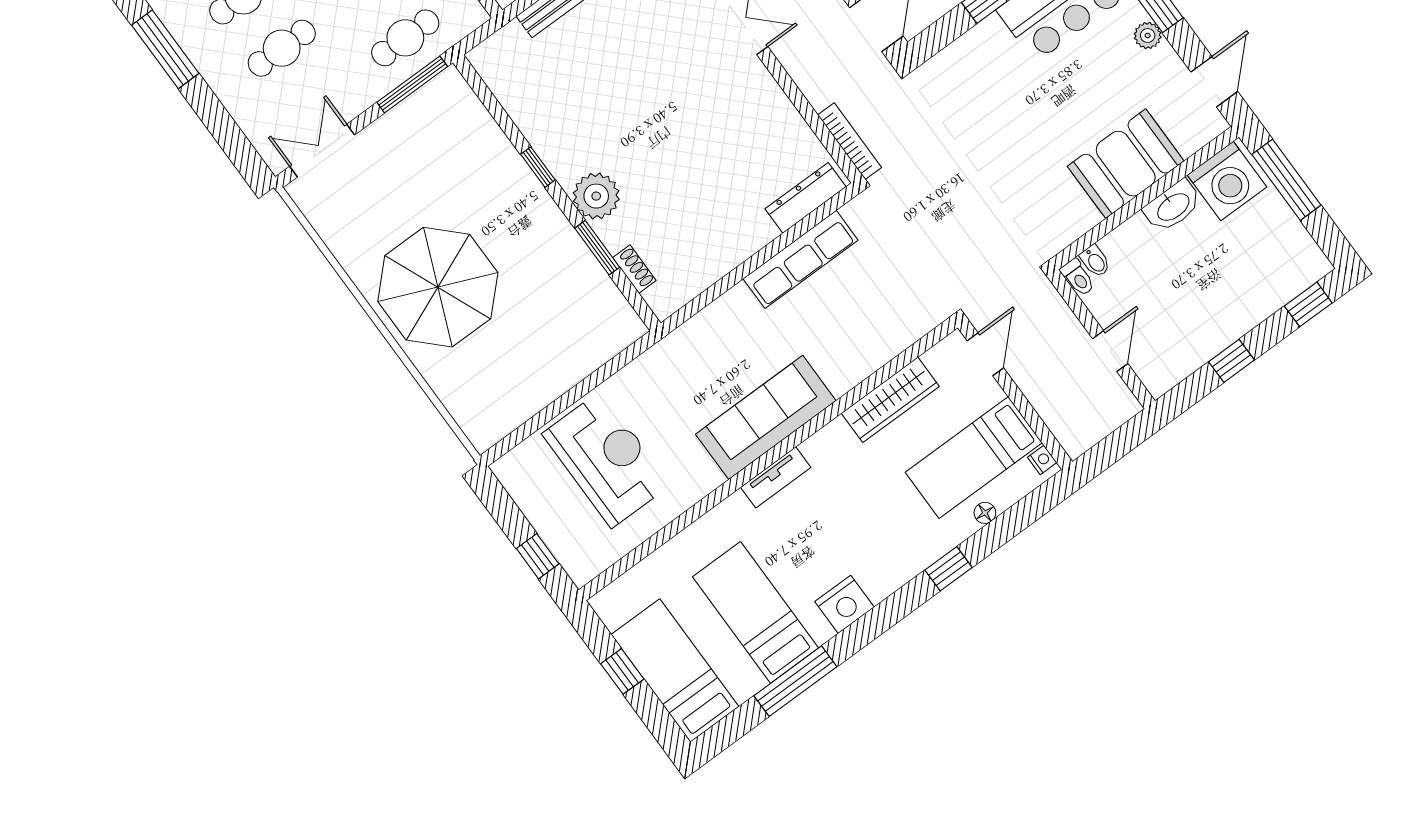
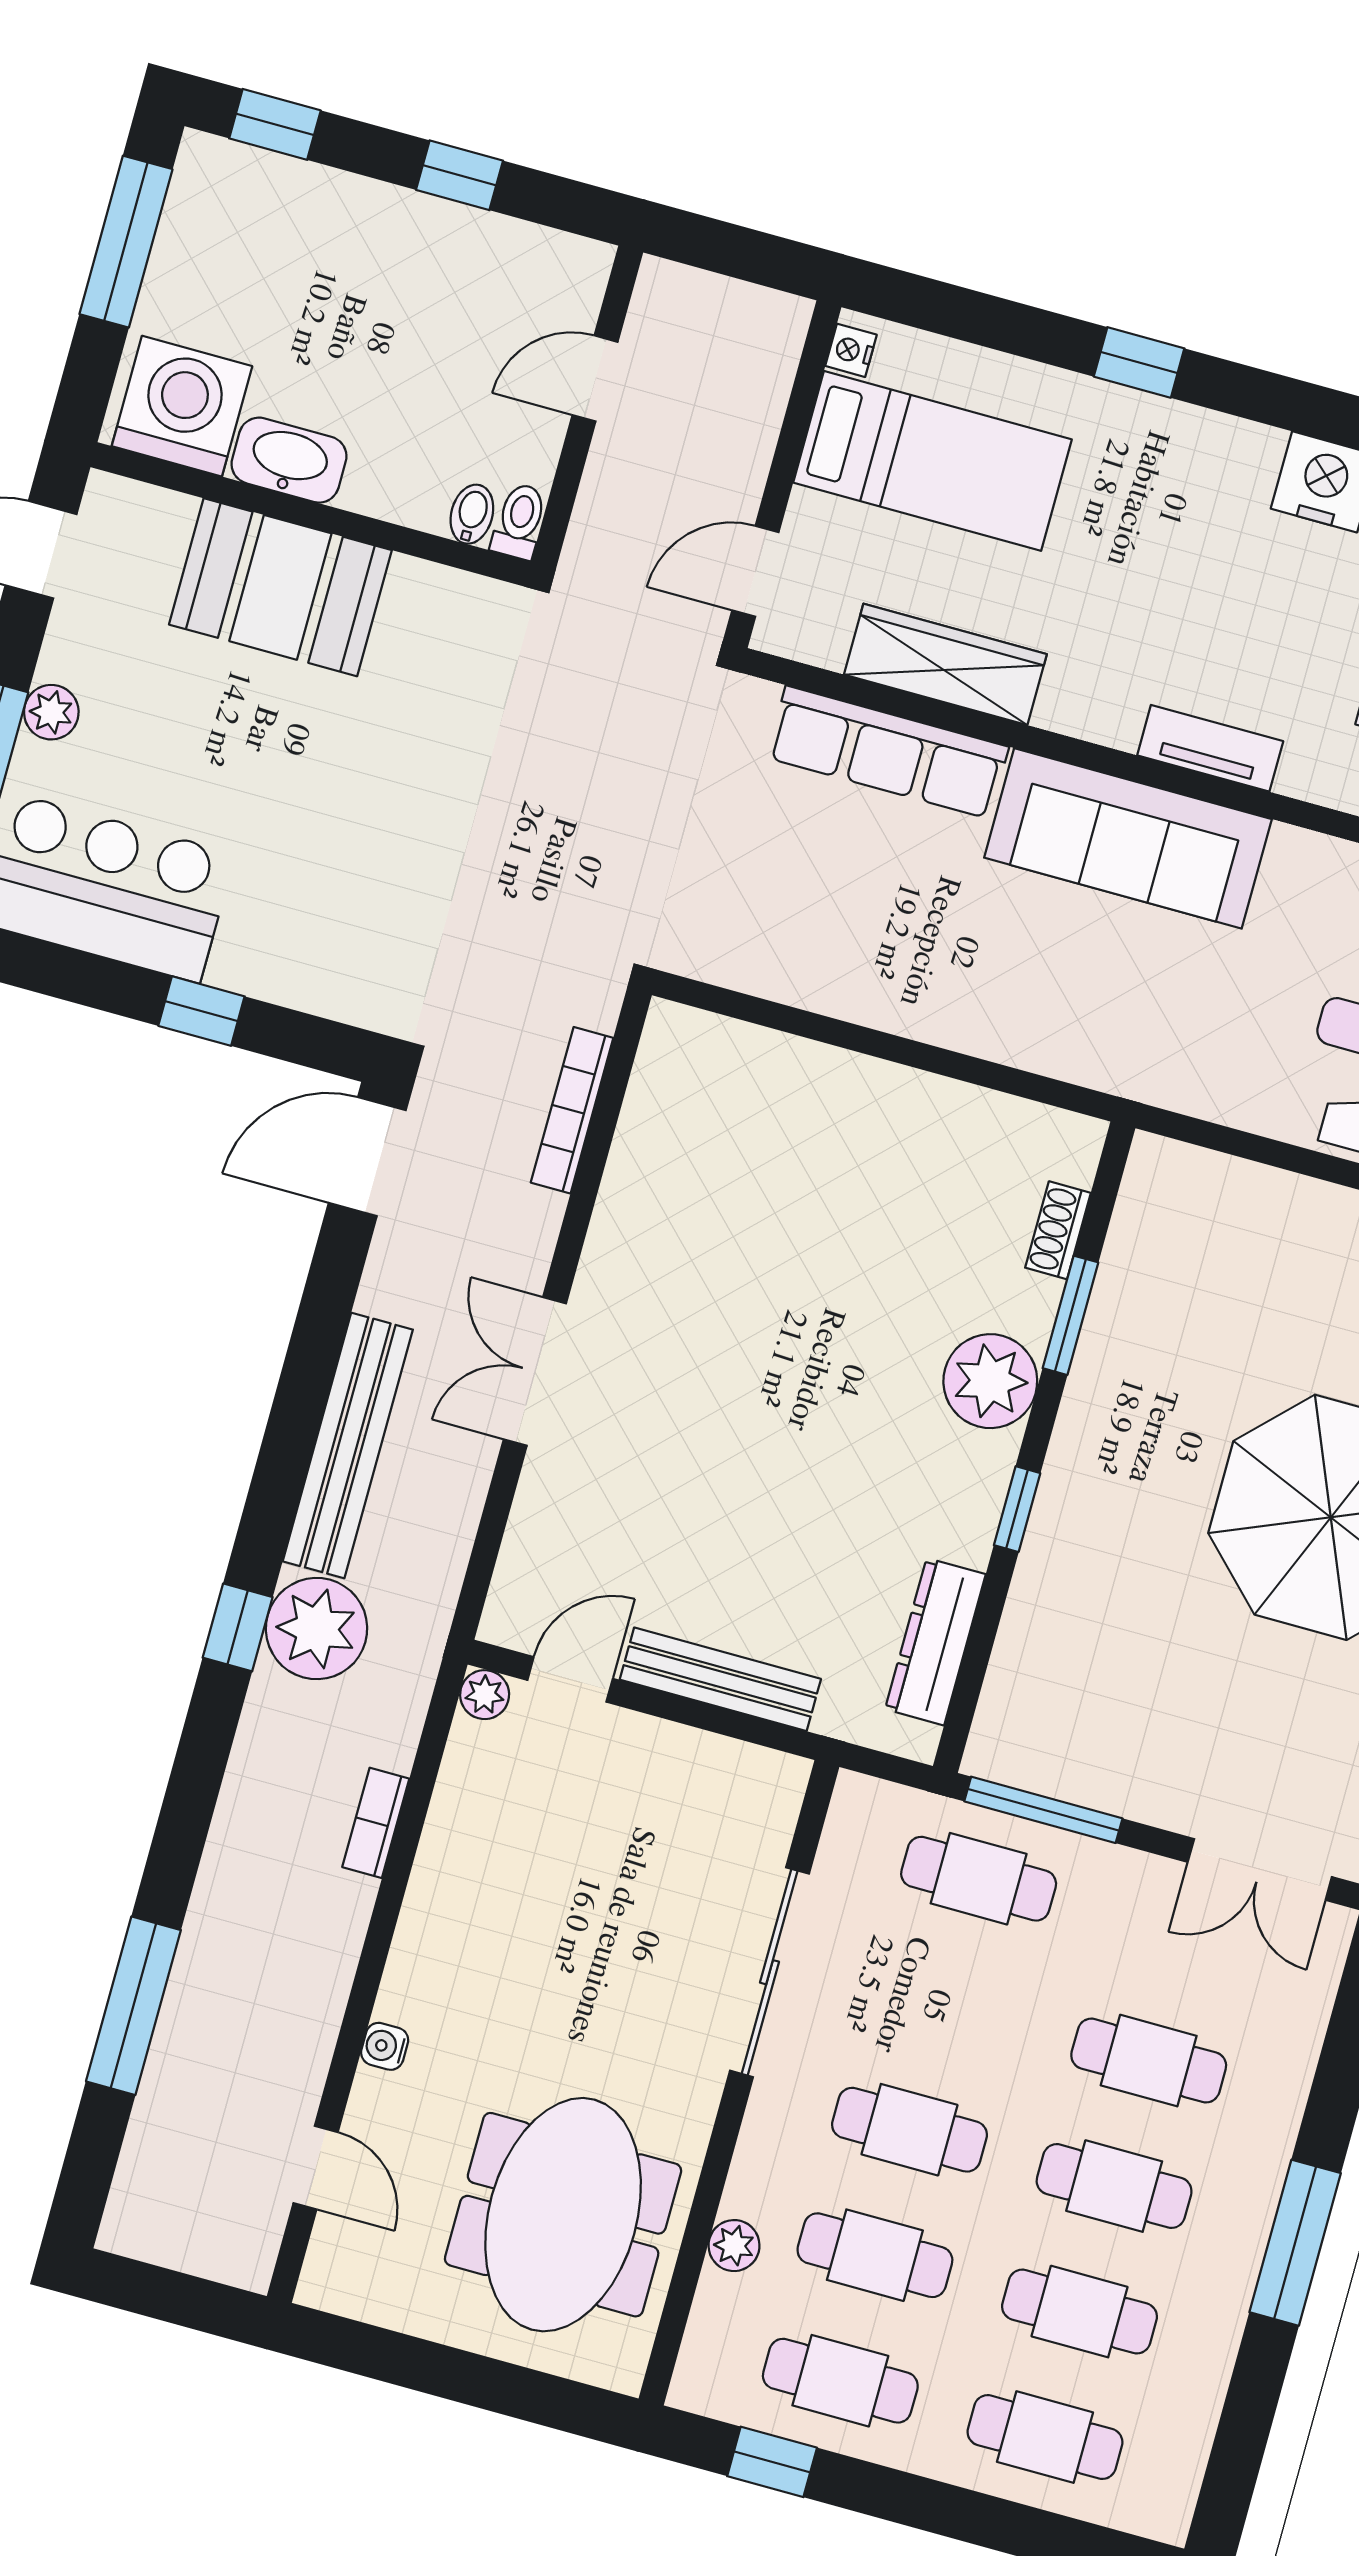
bookcase: (850, 141) -> (572, 1110), moved
window: (1286, 180) -> (126, 242), moved
dresser: (806, 198) -> (935, 1642), moved, turned 90
row of seats: (801, 259) -> (888, 752), moved, turned 180
floor lamp: (985, 513) -> (1006, 375), removed

